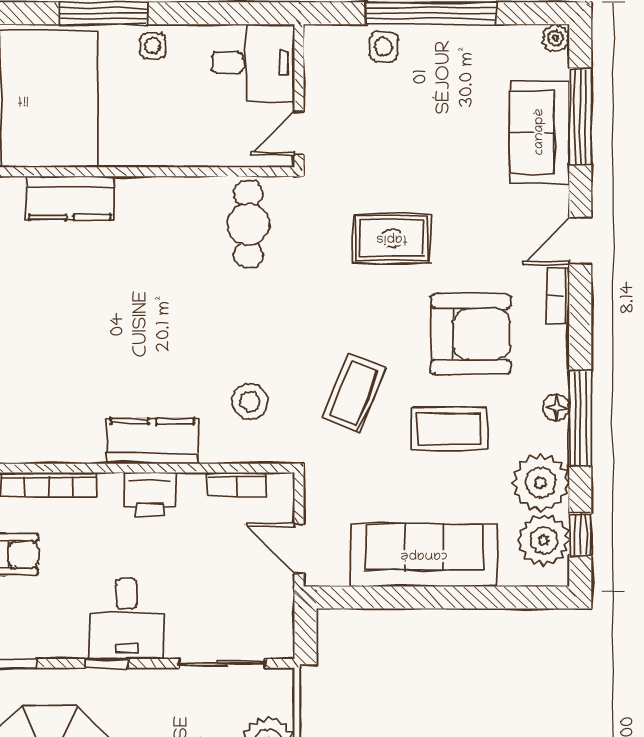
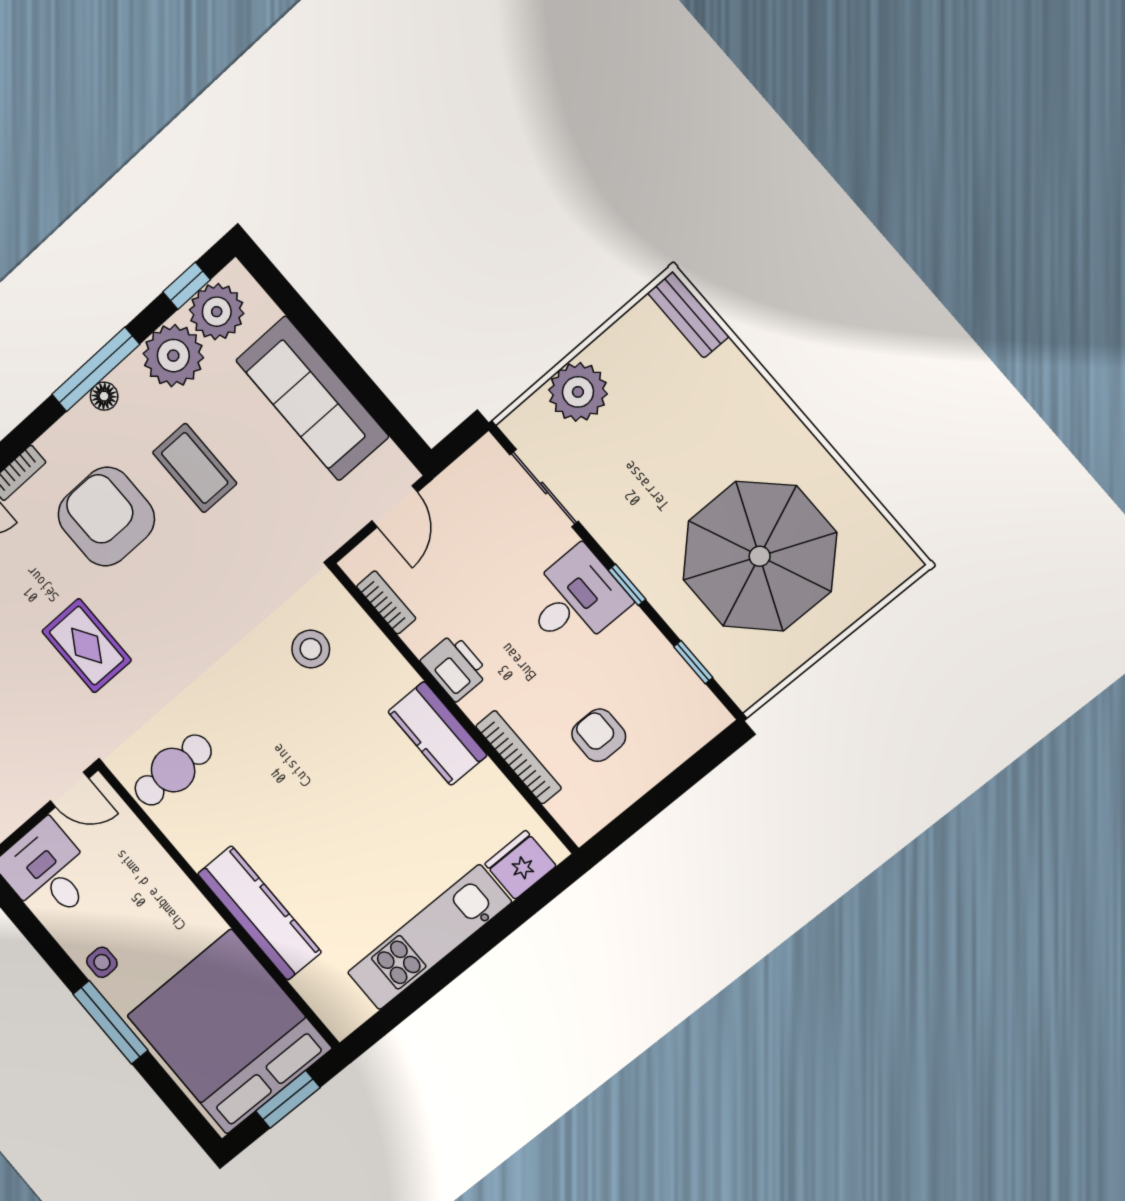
kitchen counter: (70, 198) -> (259, 913), width x1.50
coffee table: (354, 393) -> (232, 571), removed
kitchen counter: (152, 441) -> (437, 733), moved

